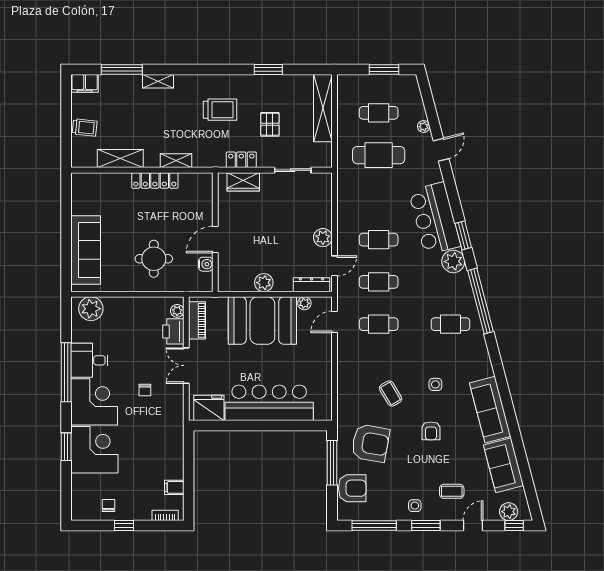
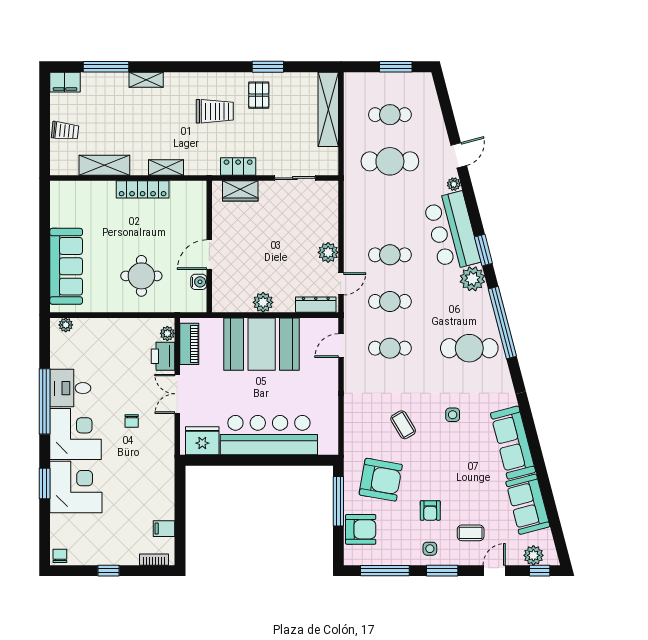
pallet: (270, 124) -> (259, 95), moved
plant: (424, 126) -> (454, 184), moved
plant: (304, 303) -> (308, 325), removed
plant: (91, 309) -> (66, 325), width x0.53, depth x0.53
cafe table: (450, 324) -> (469, 348), width x1.37, depth x1.35
armchair: (431, 431) -> (430, 511), moved
chair: (109, 506) -> (60, 556), moved

